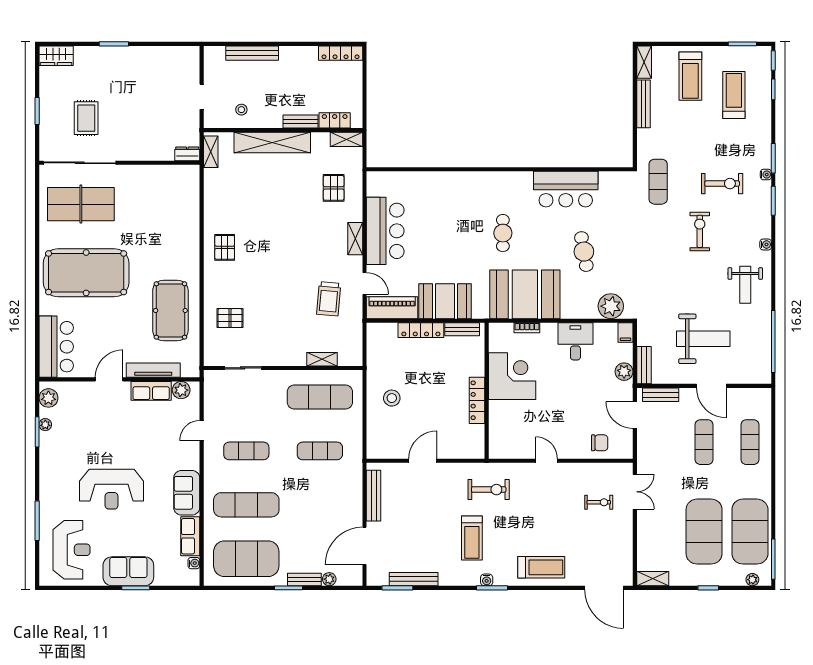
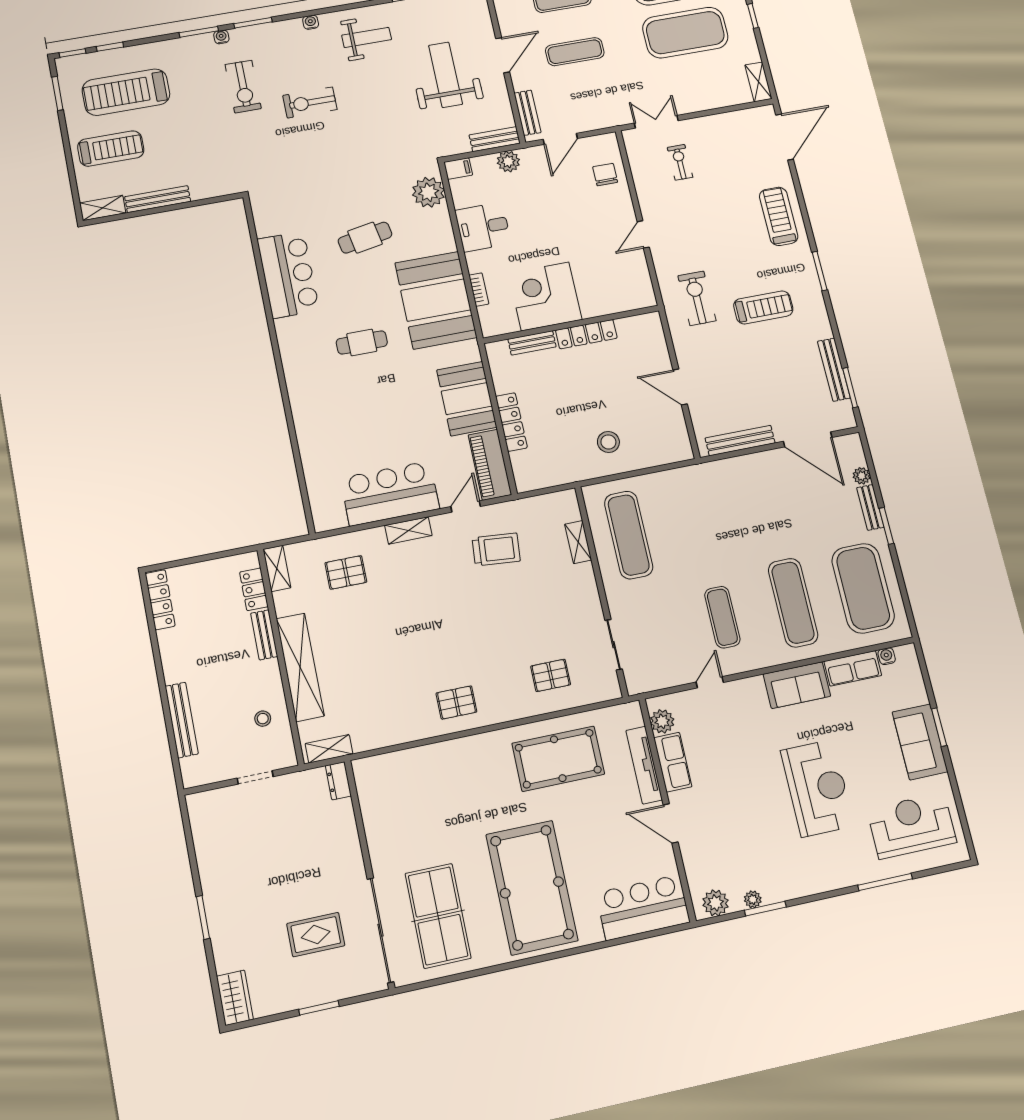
treadmill: (734, 95) -> (126, 92), width x1.37, depth x1.38
exercise mat: (658, 182) -> (256, 163), removed
exercise bike: (722, 184) -> (243, 87), turned 180
pallet: (230, 318) -> (551, 675), turned 90
bench: (462, 329) -> (532, 343), moved, turned 90
door: (202, 431) -> (710, 682), swing flipped
exercise mat: (320, 451) -> (699, 521), removed
water cooler: (487, 580) -> (811, 279), removed

